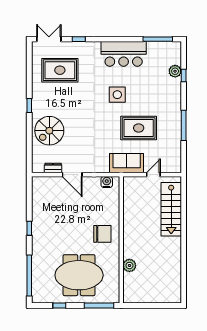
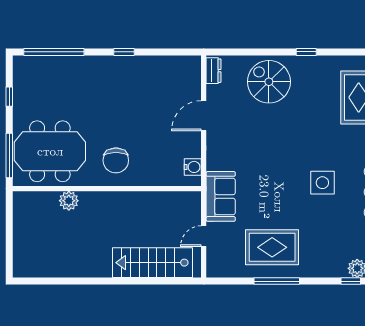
rug: (139, 128) -> (272, 247), moved, turned 90
dresser: (53, 168) -> (214, 71), moved
door: (153, 175) -> (204, 236), swing flipped
meeting table: (79, 275) -> (50, 151), moved, turned 90

